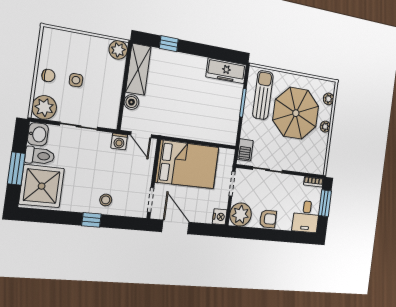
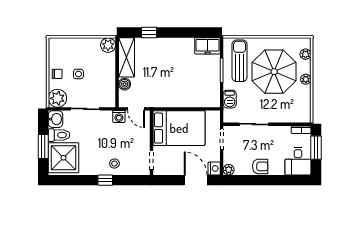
freezer: (226, 71) -> (208, 46), width x0.71
barbecue: (245, 150) -> (230, 99), moved
plant: (241, 215) -> (229, 170), width x0.53, depth x0.53
door: (175, 227) -> (196, 180), moved

